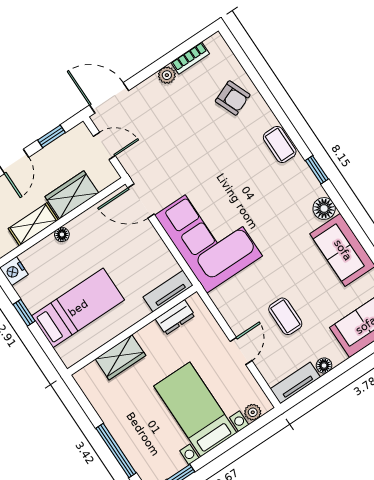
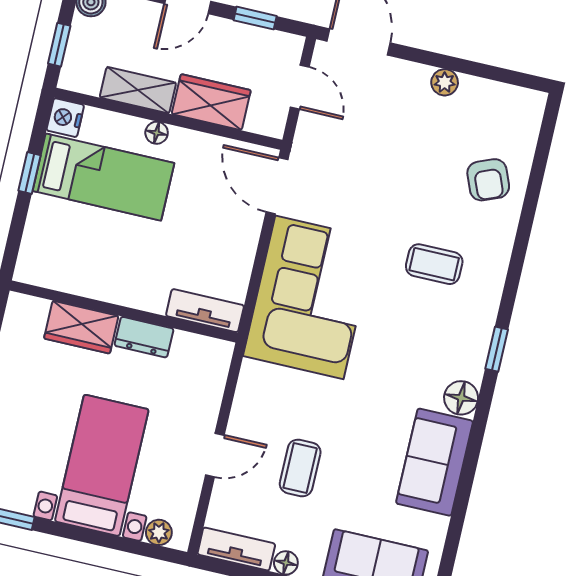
bookcase: (190, 58) -> (488, 90), removed
coffee table: (280, 145) -> (434, 264), moved, turned 90
bed: (78, 308) -> (103, 177), moved
dresser: (175, 317) -> (144, 337), moved

